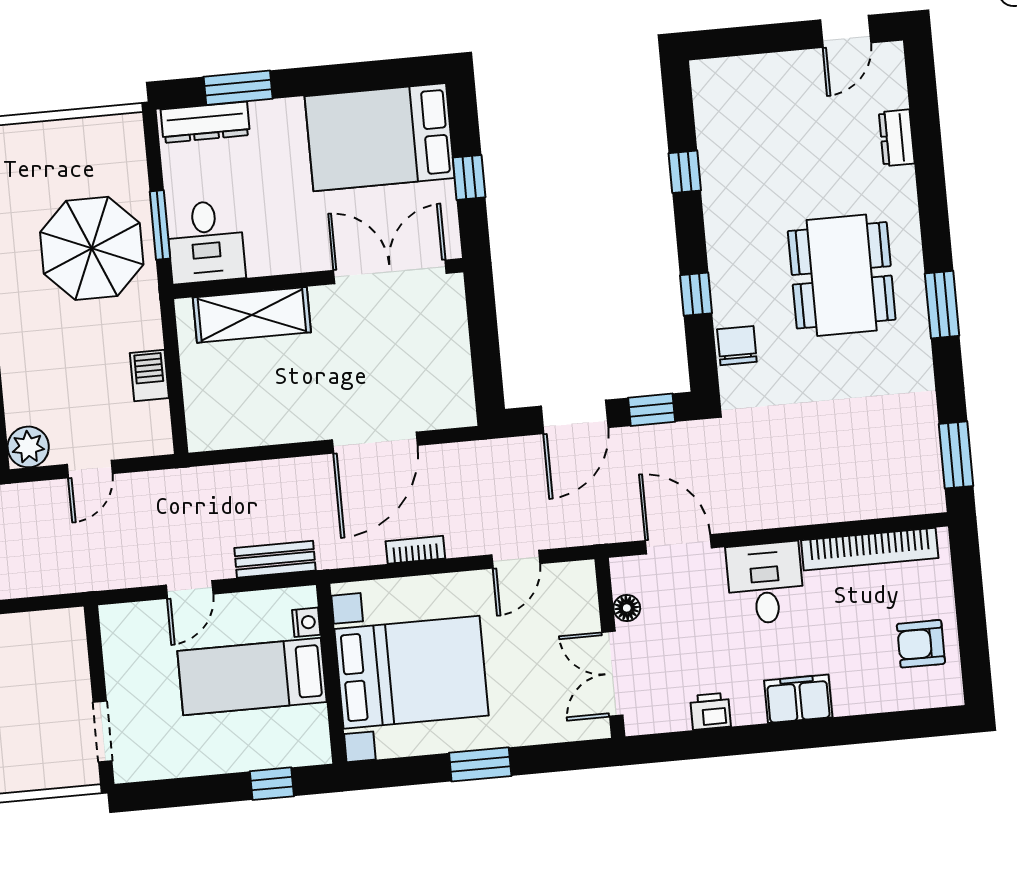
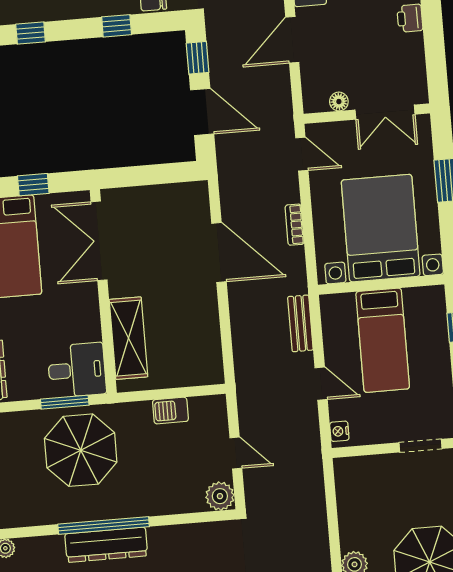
floor lamp: (627, 608) -> (339, 102), moved
nightstand: (306, 622) -> (339, 431), moved, turned -90
wall: (610, 648) -> (367, 114), moved
double door: (612, 674) -> (385, 112), moved

